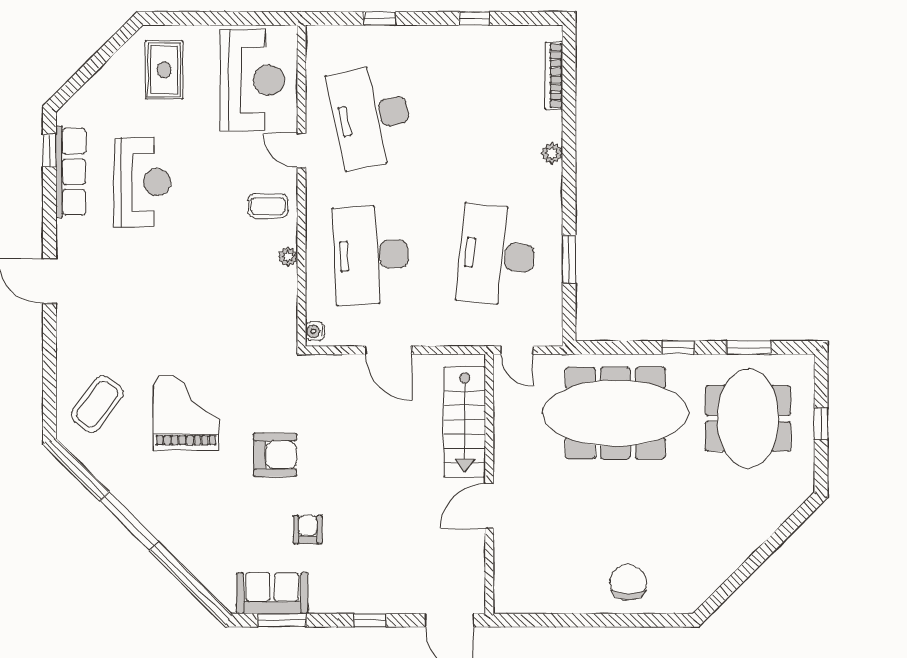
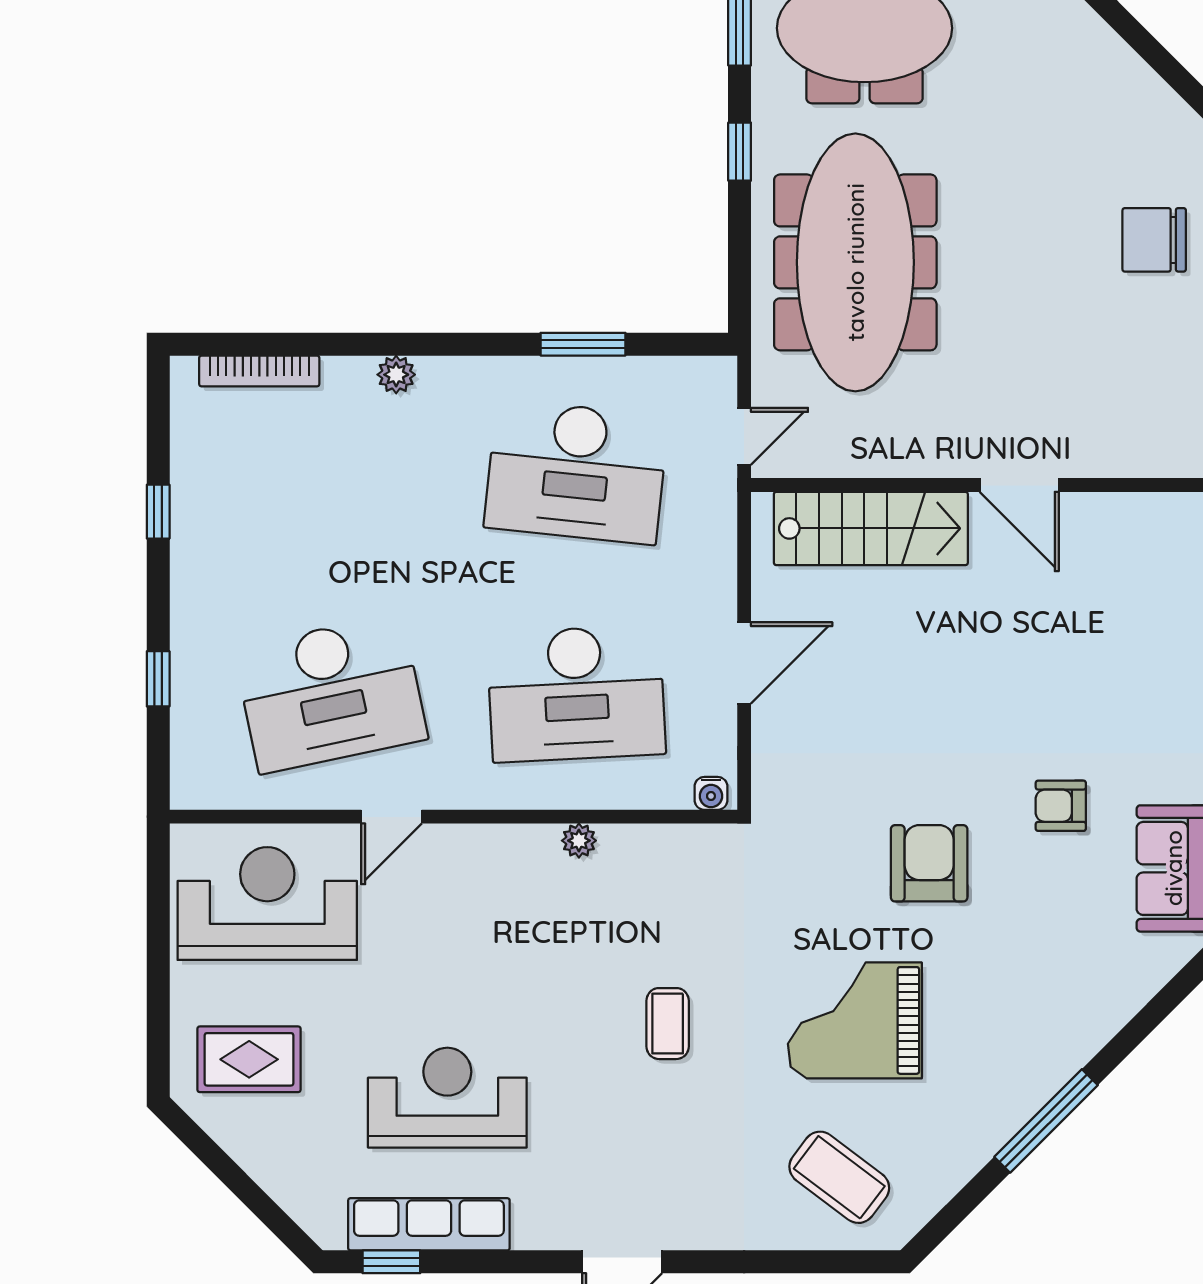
coffee table: (268, 206) -> (668, 1024), moved

